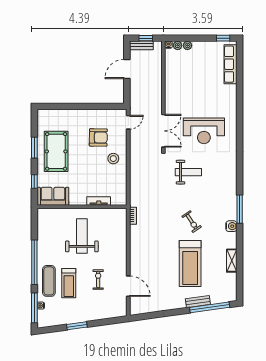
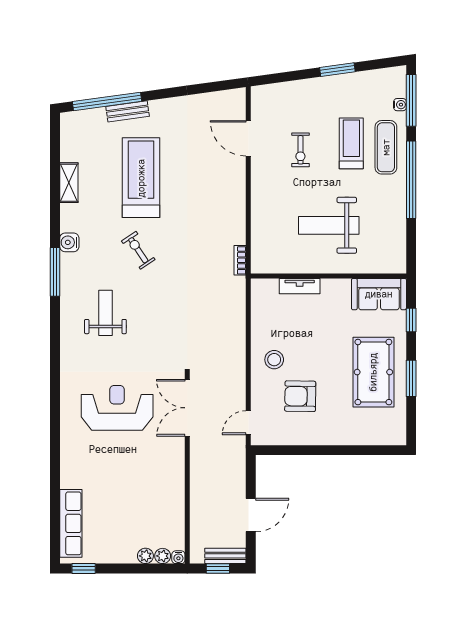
weight bench: (188, 172) -> (105, 313), moved, turned 90
weight bench: (82, 236) -> (329, 225), turned 90

